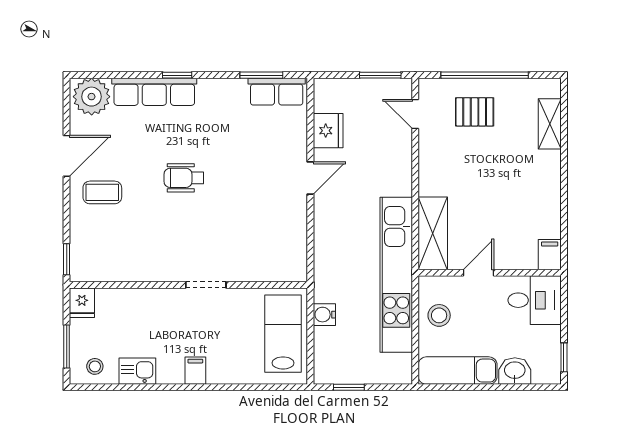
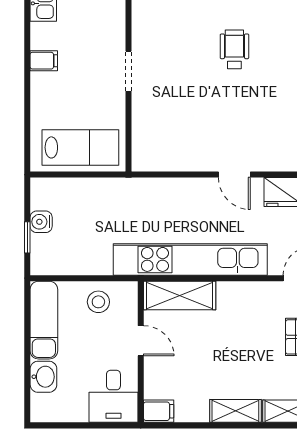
shelving: (549, 177) -> (235, 411), added
kitchen unit: (396, 275) -> (190, 259), moved
water cooler: (324, 315) -> (41, 222), moved, turned -90
window: (564, 357) -> (57, 425), removed
window: (349, 387) -> (27, 237), moved

